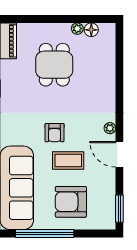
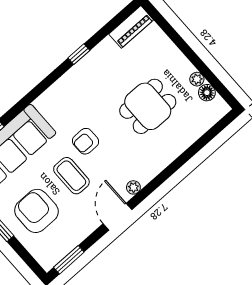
dining table: (54, 65) -> (148, 106), moved

